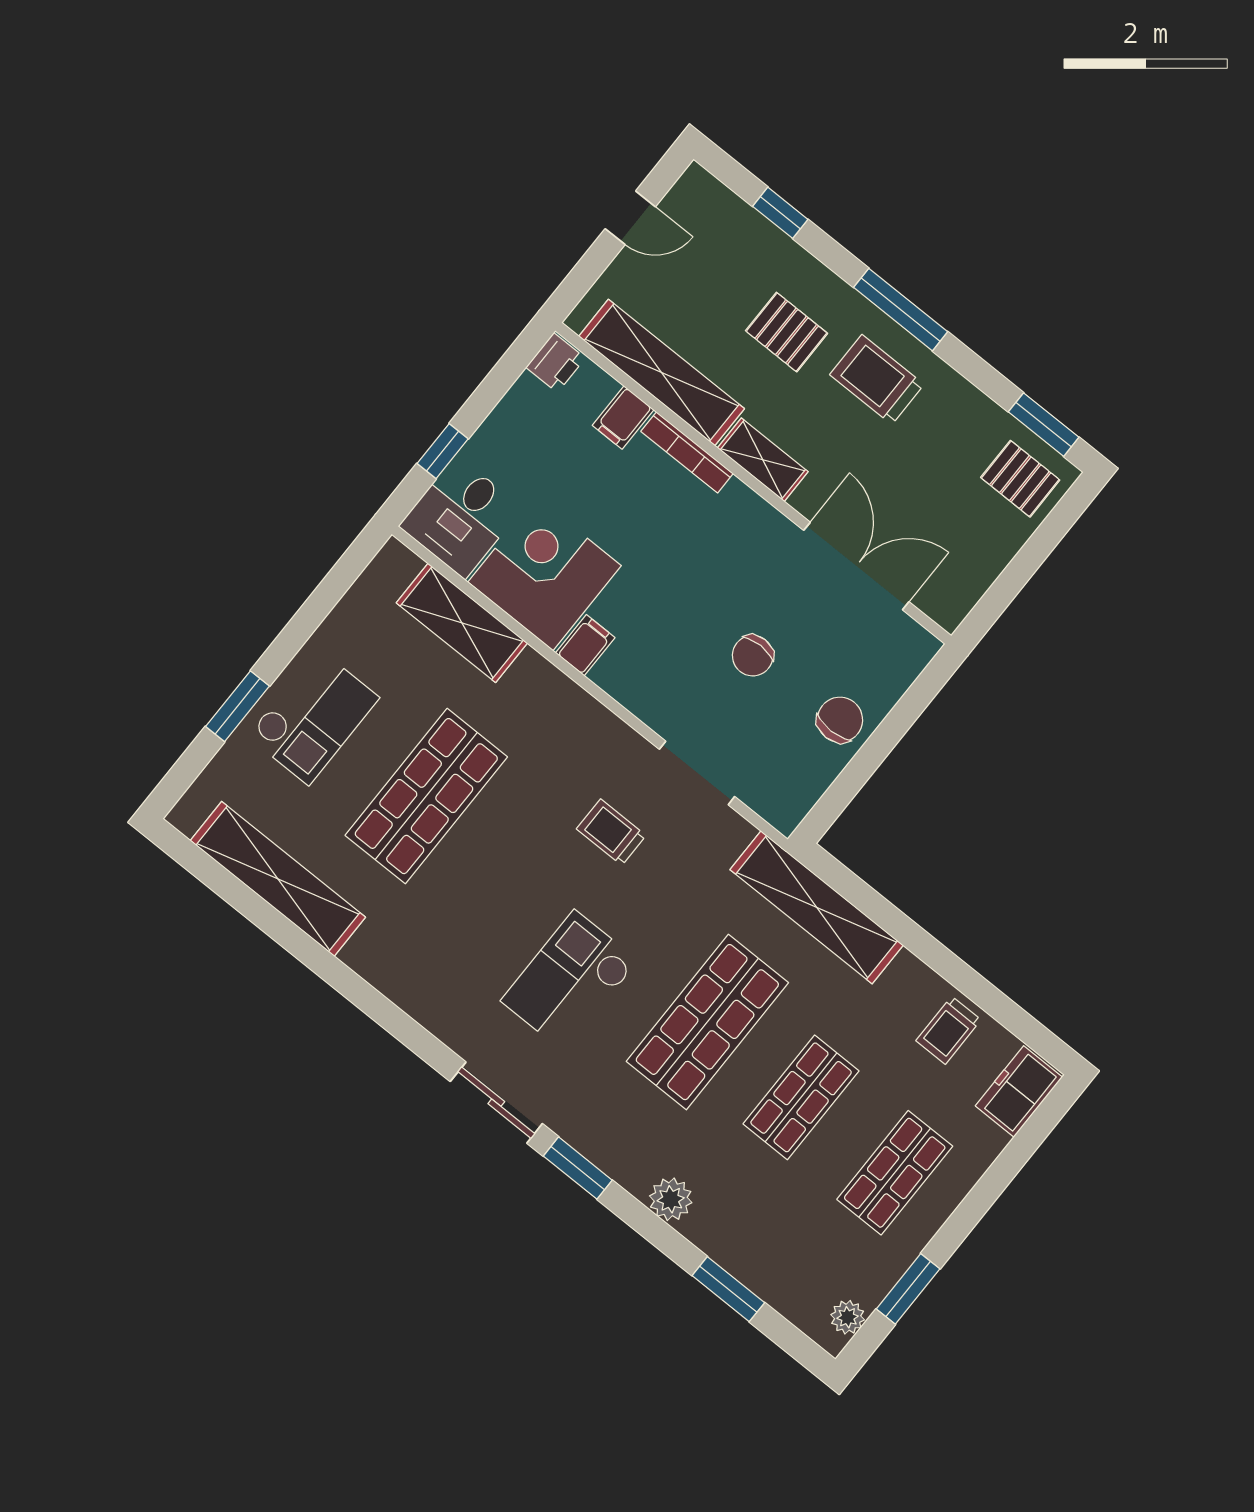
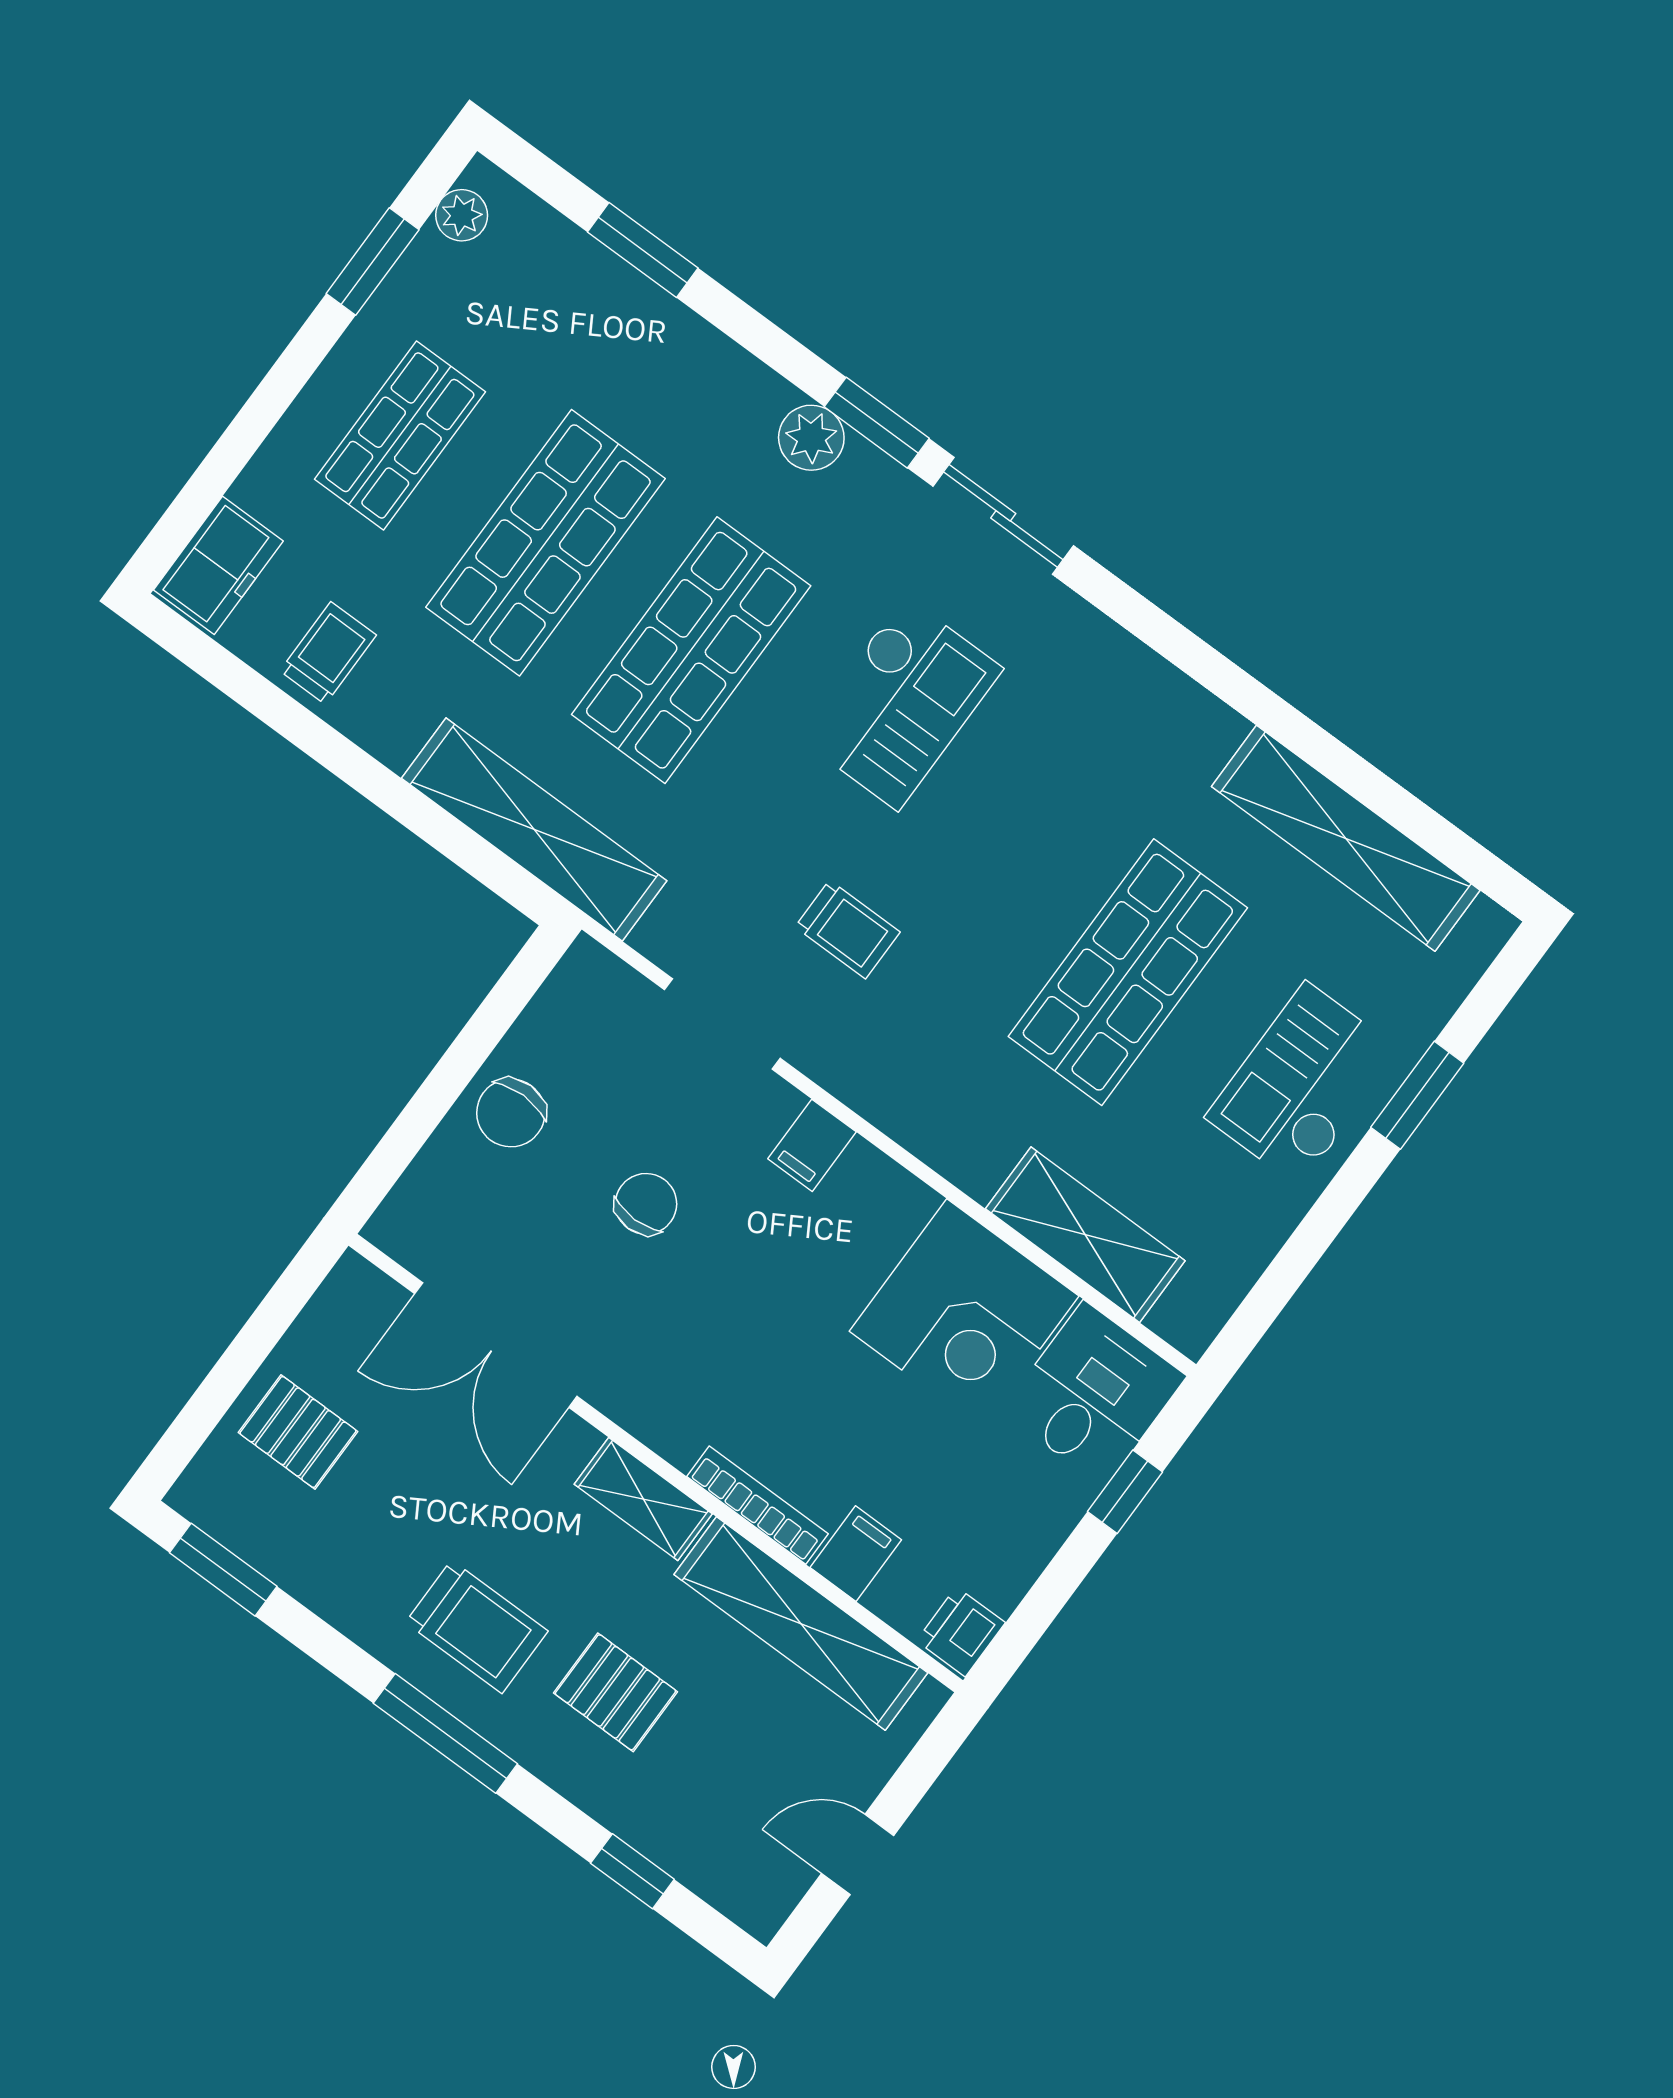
pallet: (1020, 479) -> (298, 1432), moved
filing cabinet: (585, 645) -> (812, 1145), moved
shop shelf: (801, 1097) -> (546, 543), width x1.43, depth x1.36
plant: (671, 1199) -> (811, 438), moved

